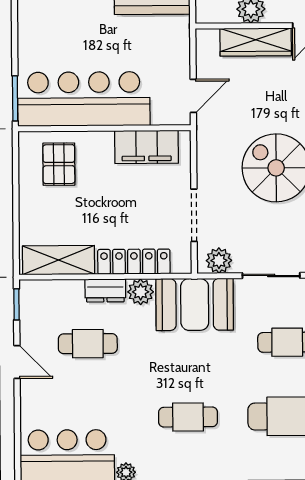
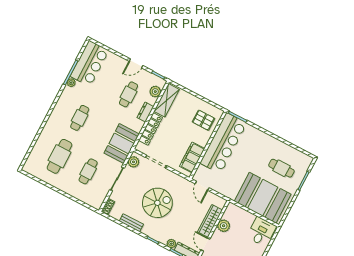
plant: (141, 292) -> (155, 92), moved

